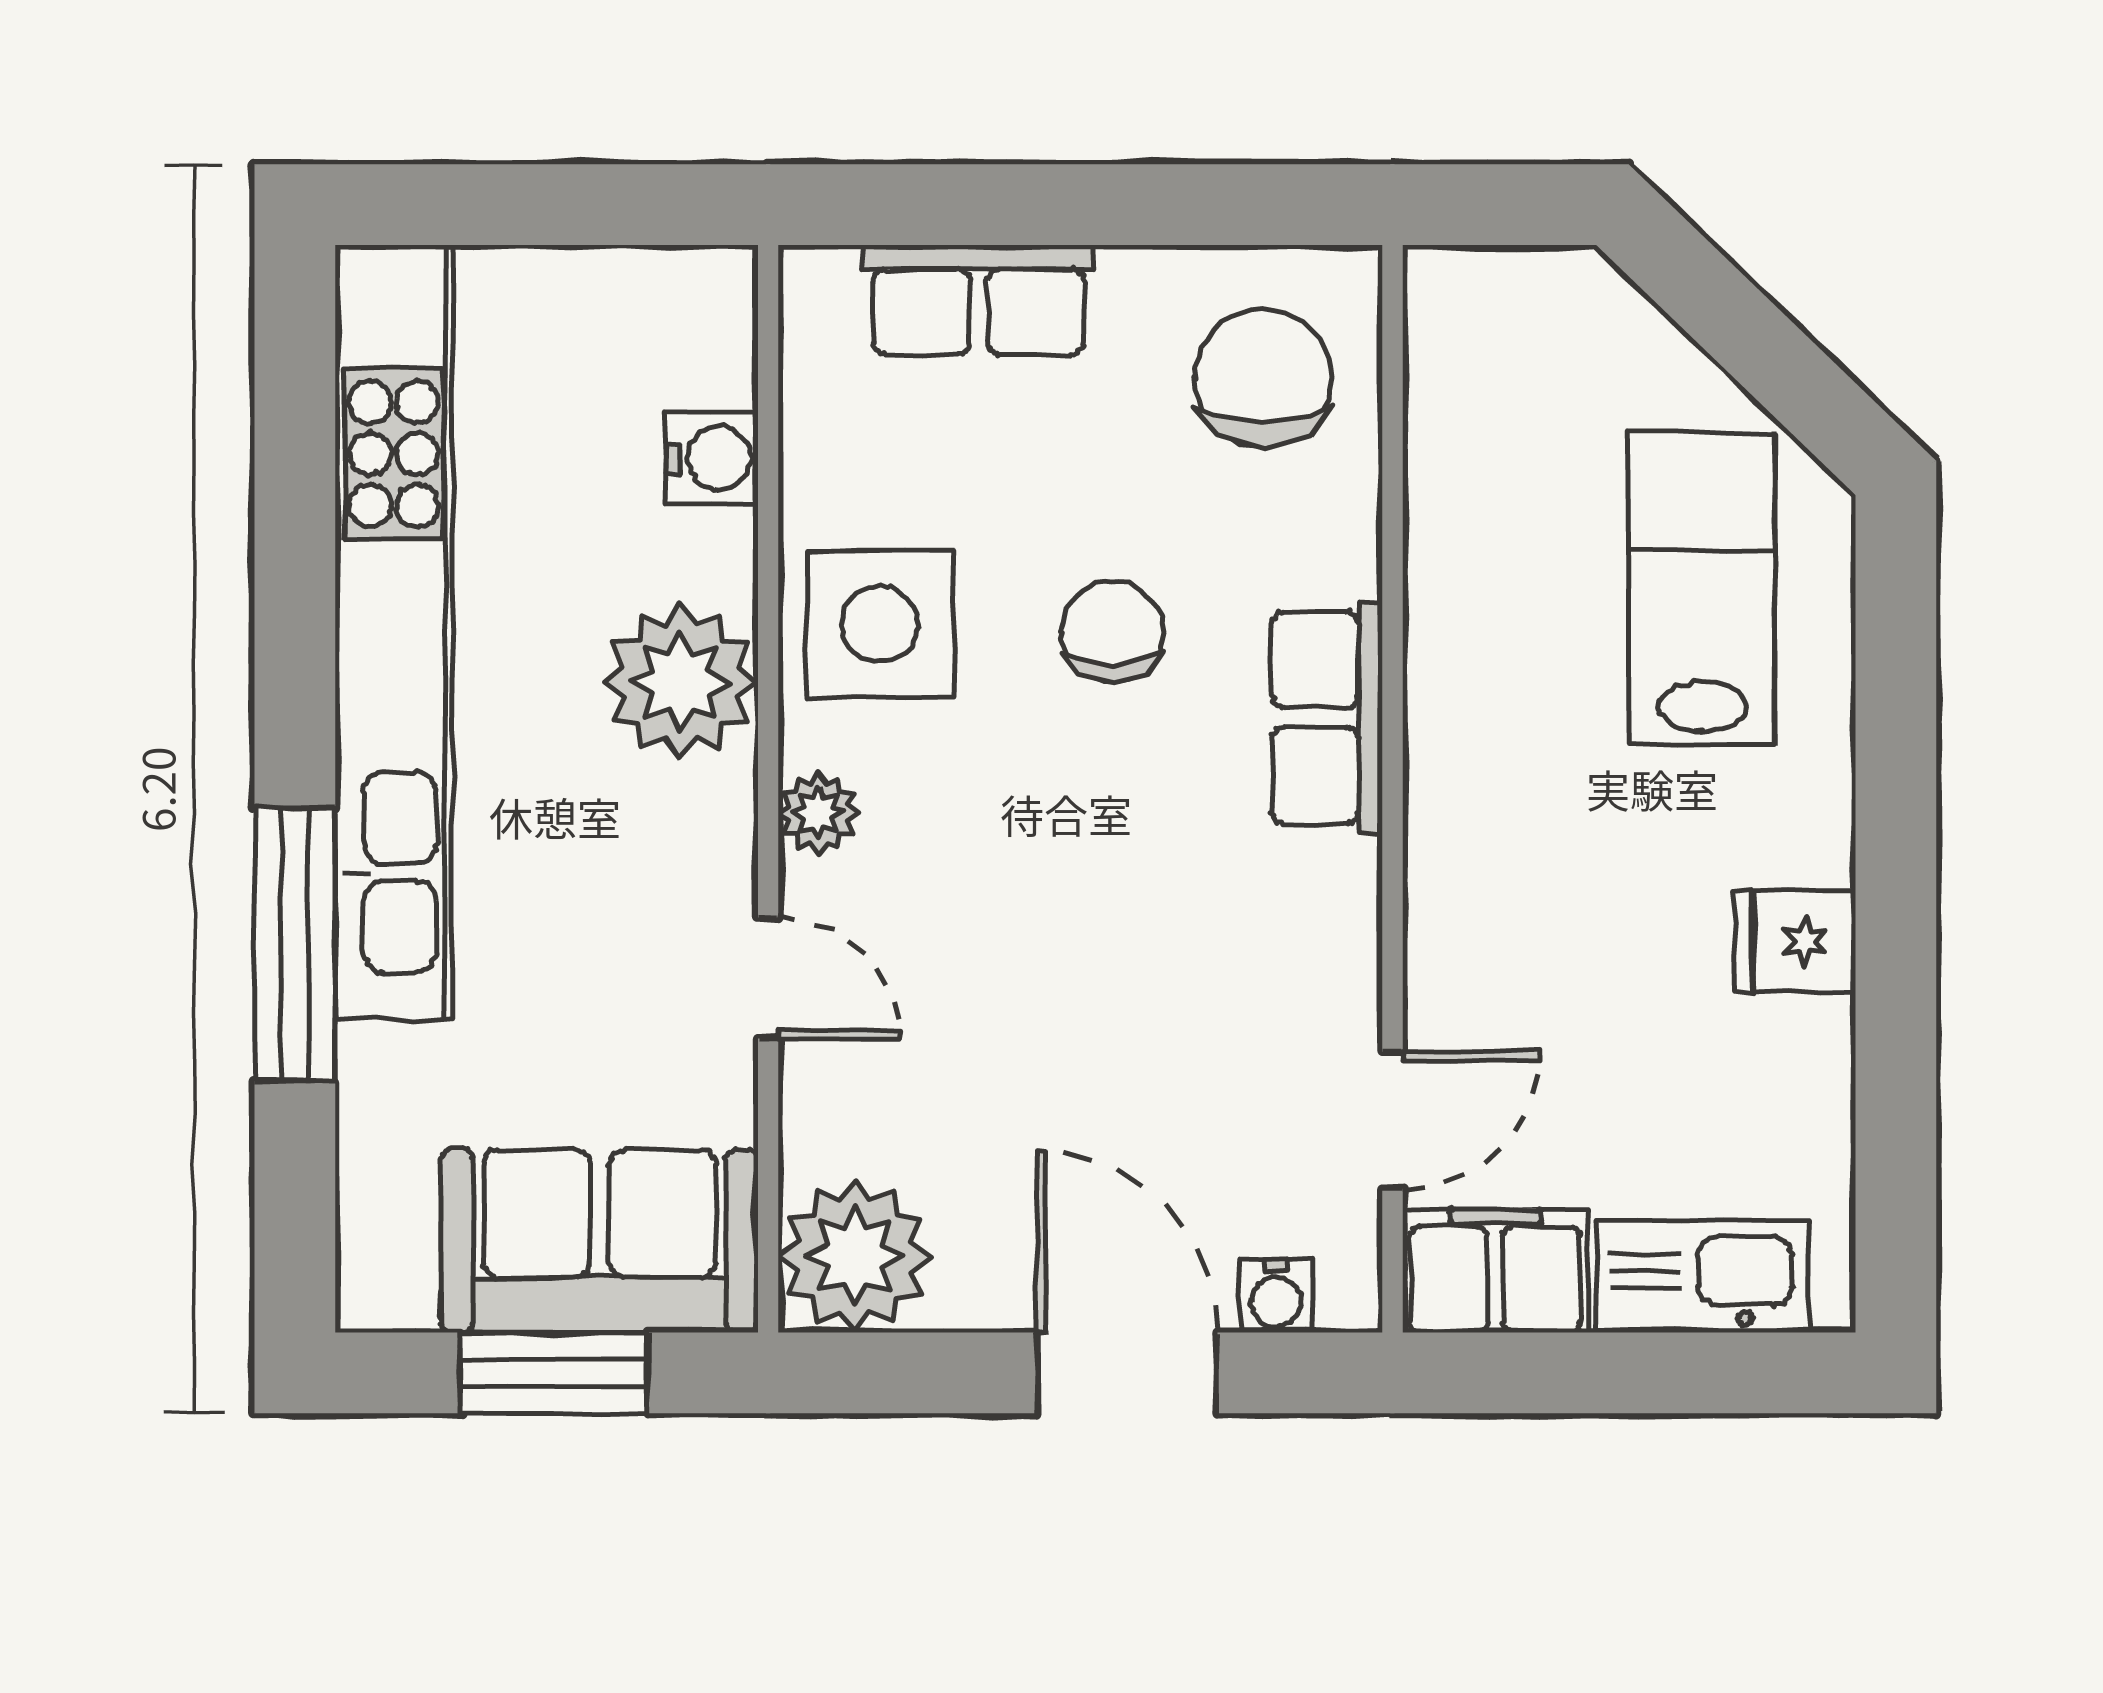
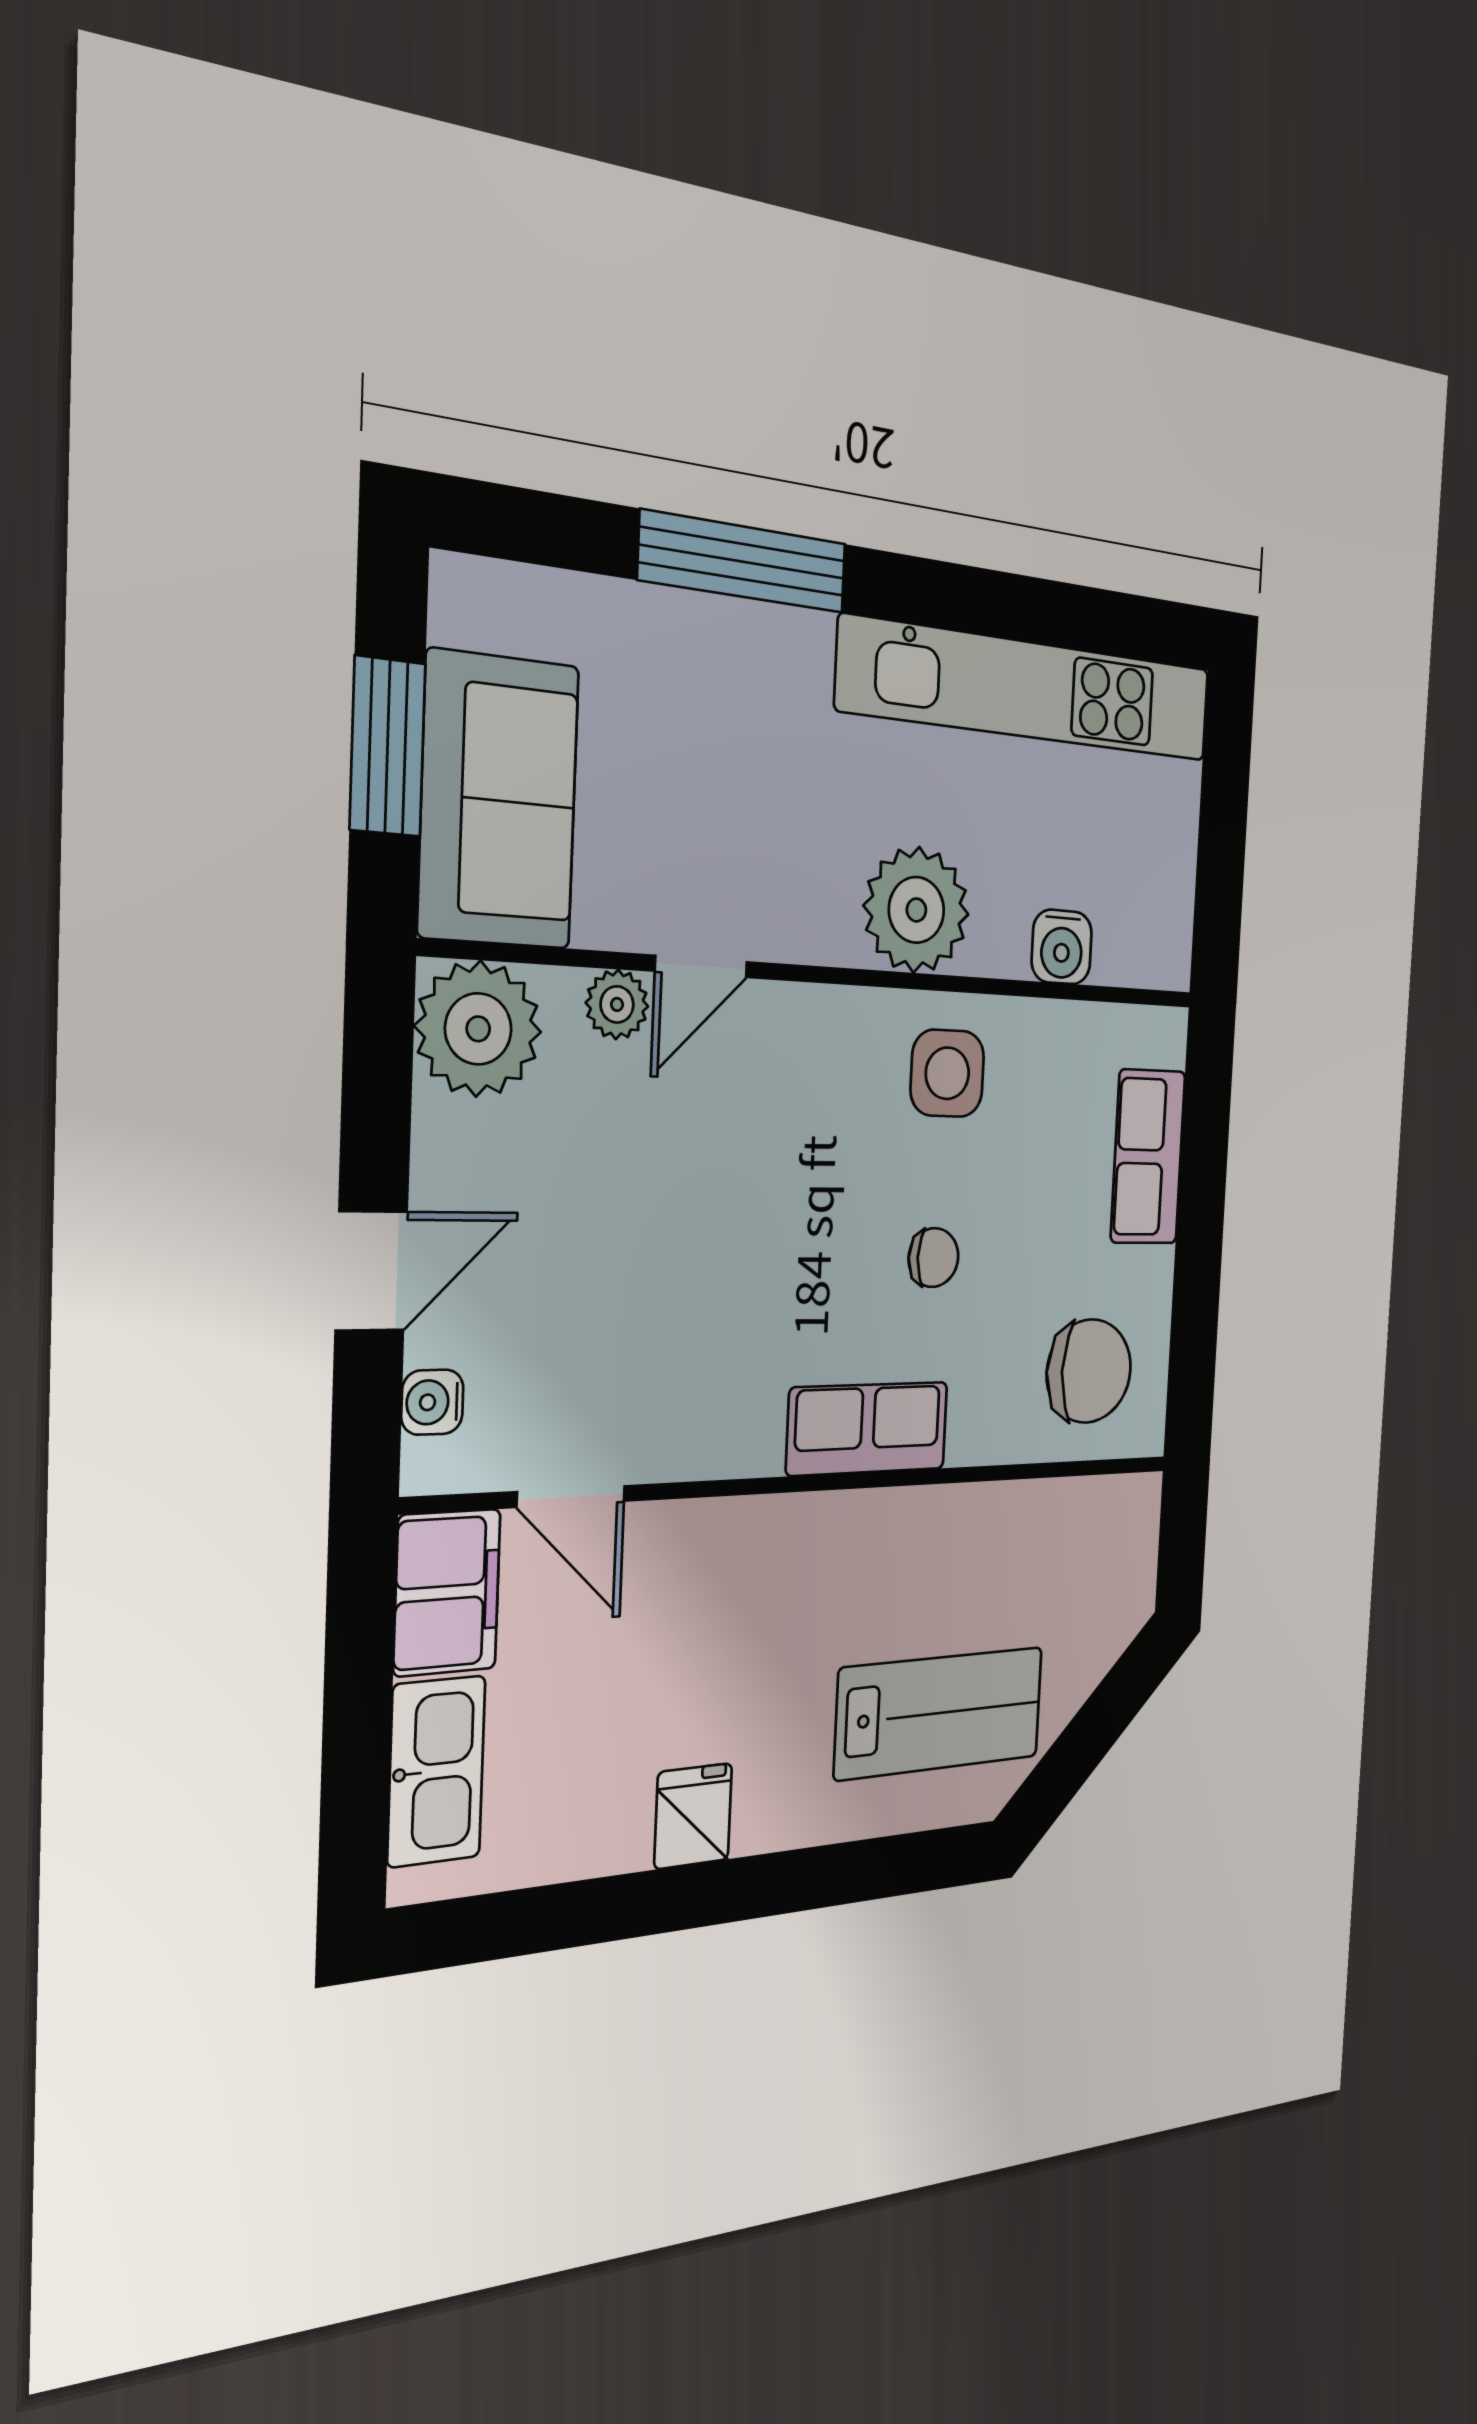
side table: (880, 624) -> (947, 1073), width x0.73, depth x0.73
kitchen unit: (394, 632) -> (1029, 690), width x0.73
chair: (1113, 632) -> (934, 1258), width x0.73, depth x0.73
plant: (818, 813) -> (617, 1004), moved
door: (1127, 1373) -> (371, 1271), width x0.73

